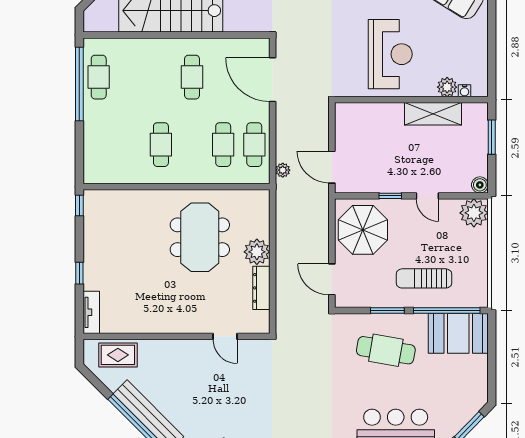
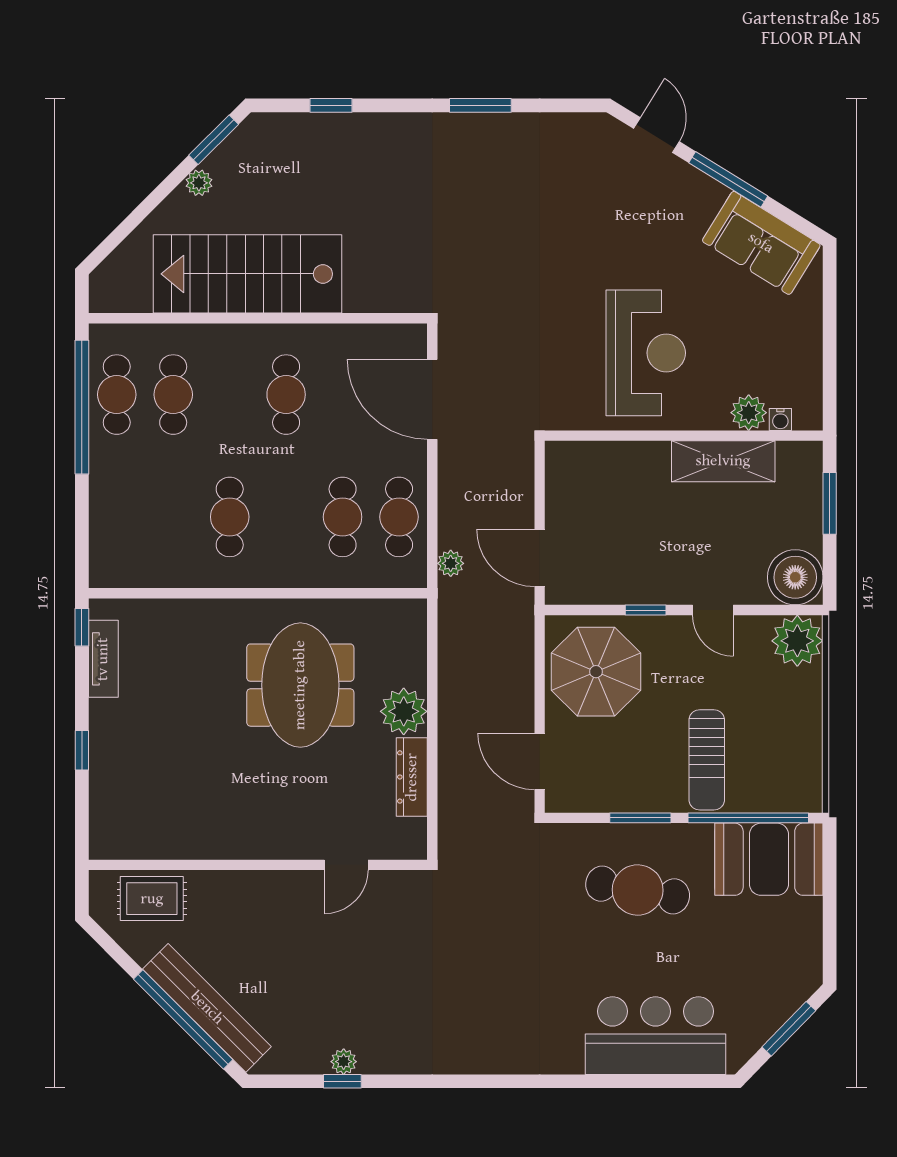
cafe table: (130, 77) -> (173, 395), added
boiler: (480, 185) -> (795, 577), width x1.86, depth x1.86
sun lounger: (424, 278) -> (707, 760), turned -90
tv unit: (91, 312) -> (103, 659), moved
door: (225, 336) -> (346, 865), hinge flipped

